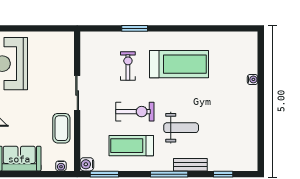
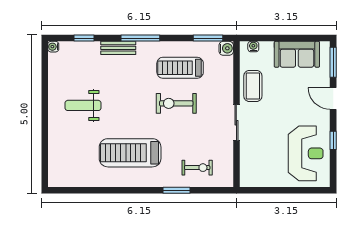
exercise bike: (128, 66) -> (197, 168), moved, turned -90
water cooler: (253, 79) -> (53, 47), moved
weight bench: (181, 128) -> (83, 105), moved
treadmill: (131, 146) -> (180, 68), turned 180

